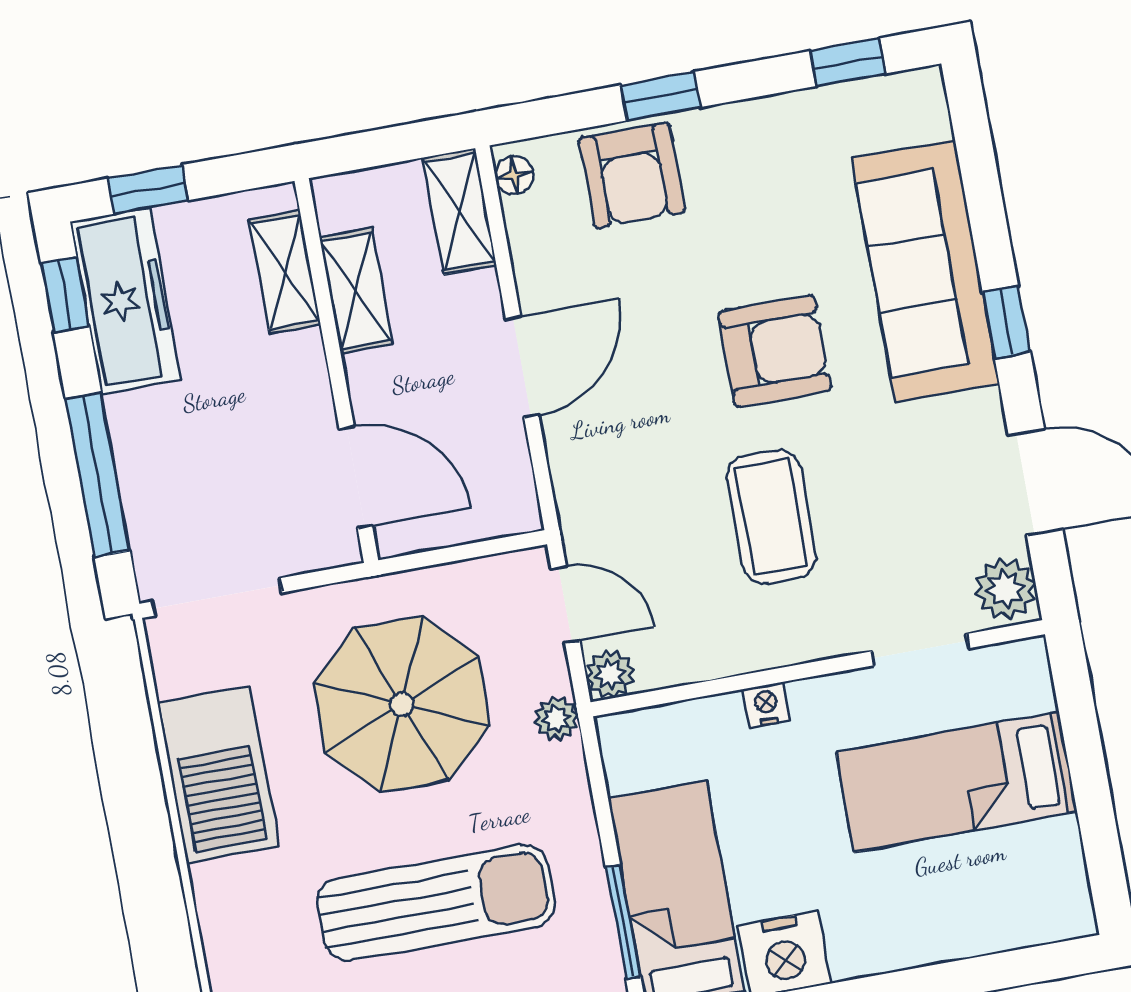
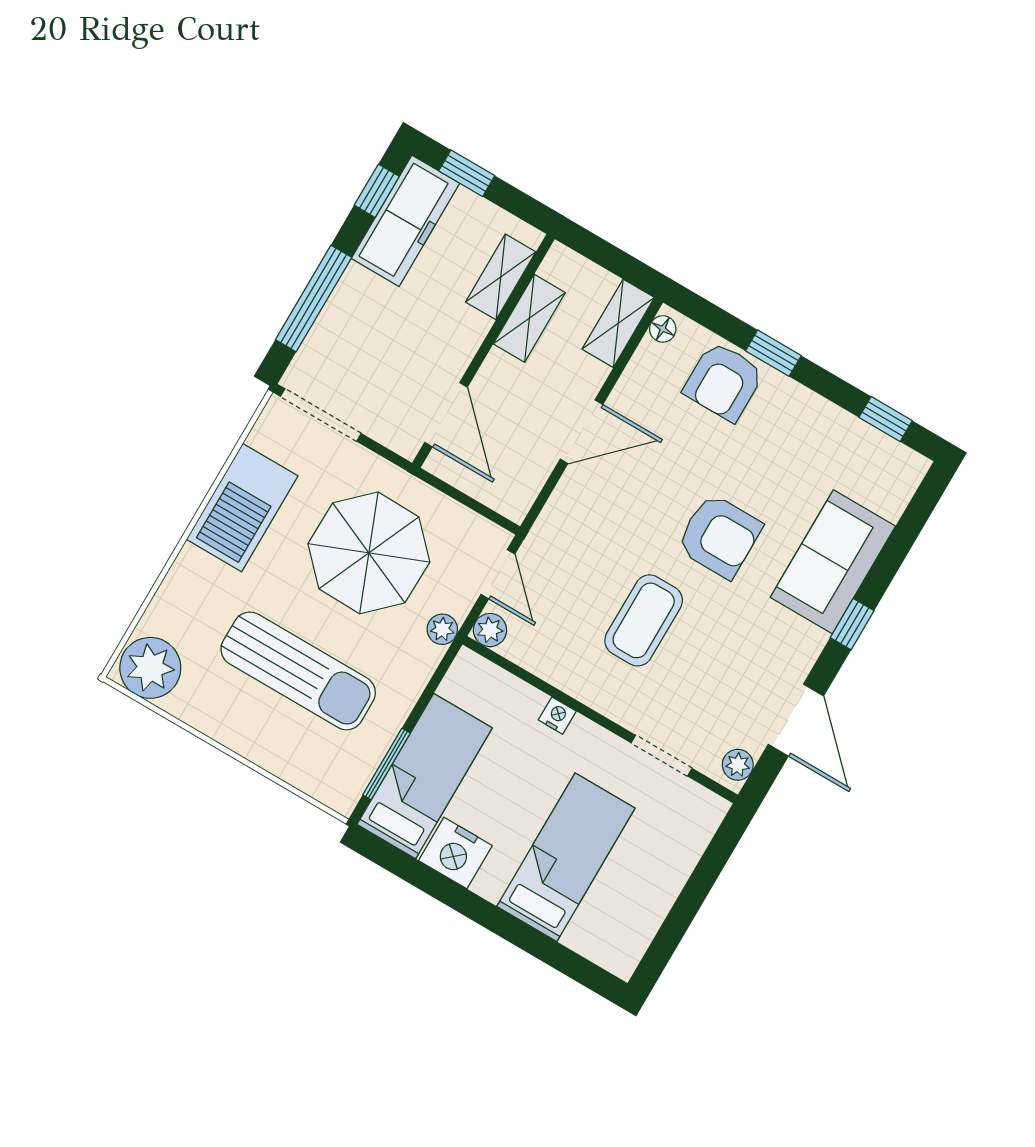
sofa: (925, 271) -> (833, 562), width x0.73
plant: (1005, 589) -> (738, 765), width x0.73, depth x0.73
bed: (957, 782) -> (566, 857), moved, turned 90

